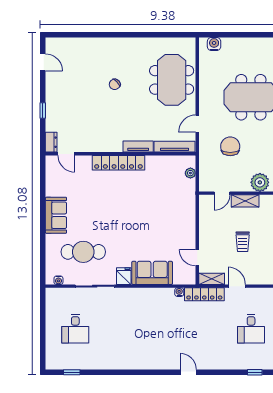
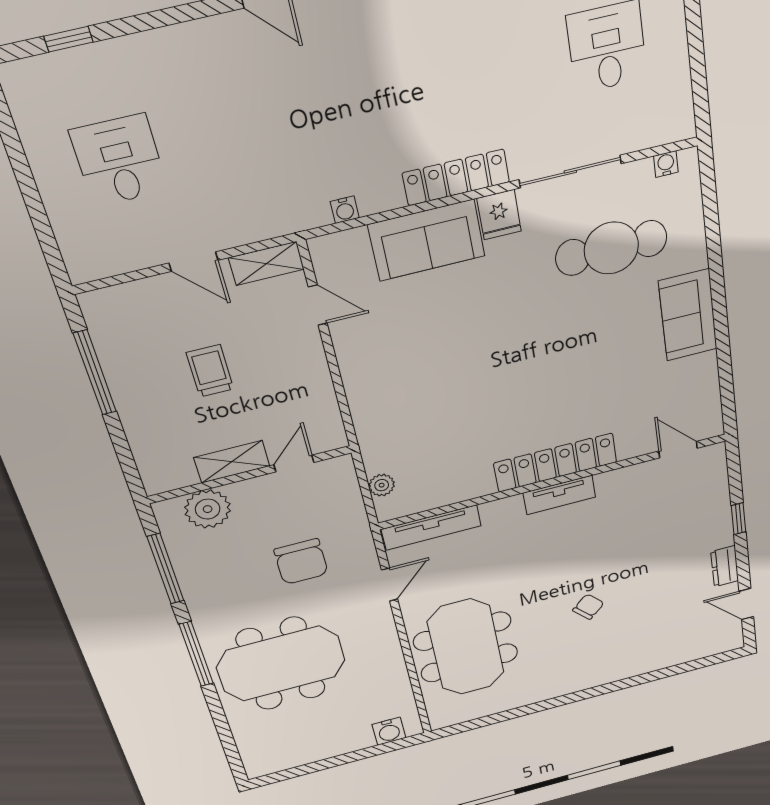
dresser: (51, 142) -> (725, 566), moved
tv unit: (138, 147) -> (559, 495), moved
locker: (204, 294) -> (456, 177), moved

